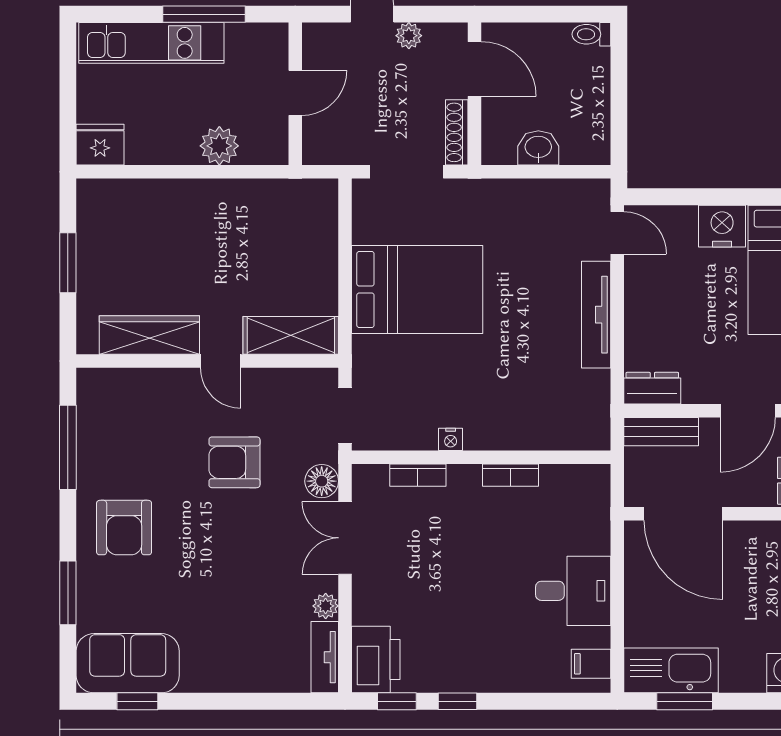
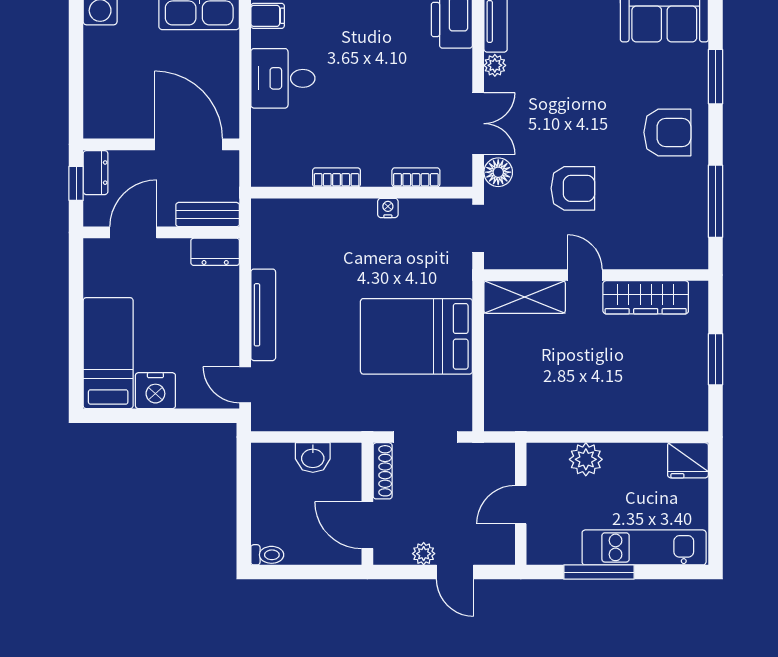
armchair: (124, 528) -> (667, 132), turned 90

